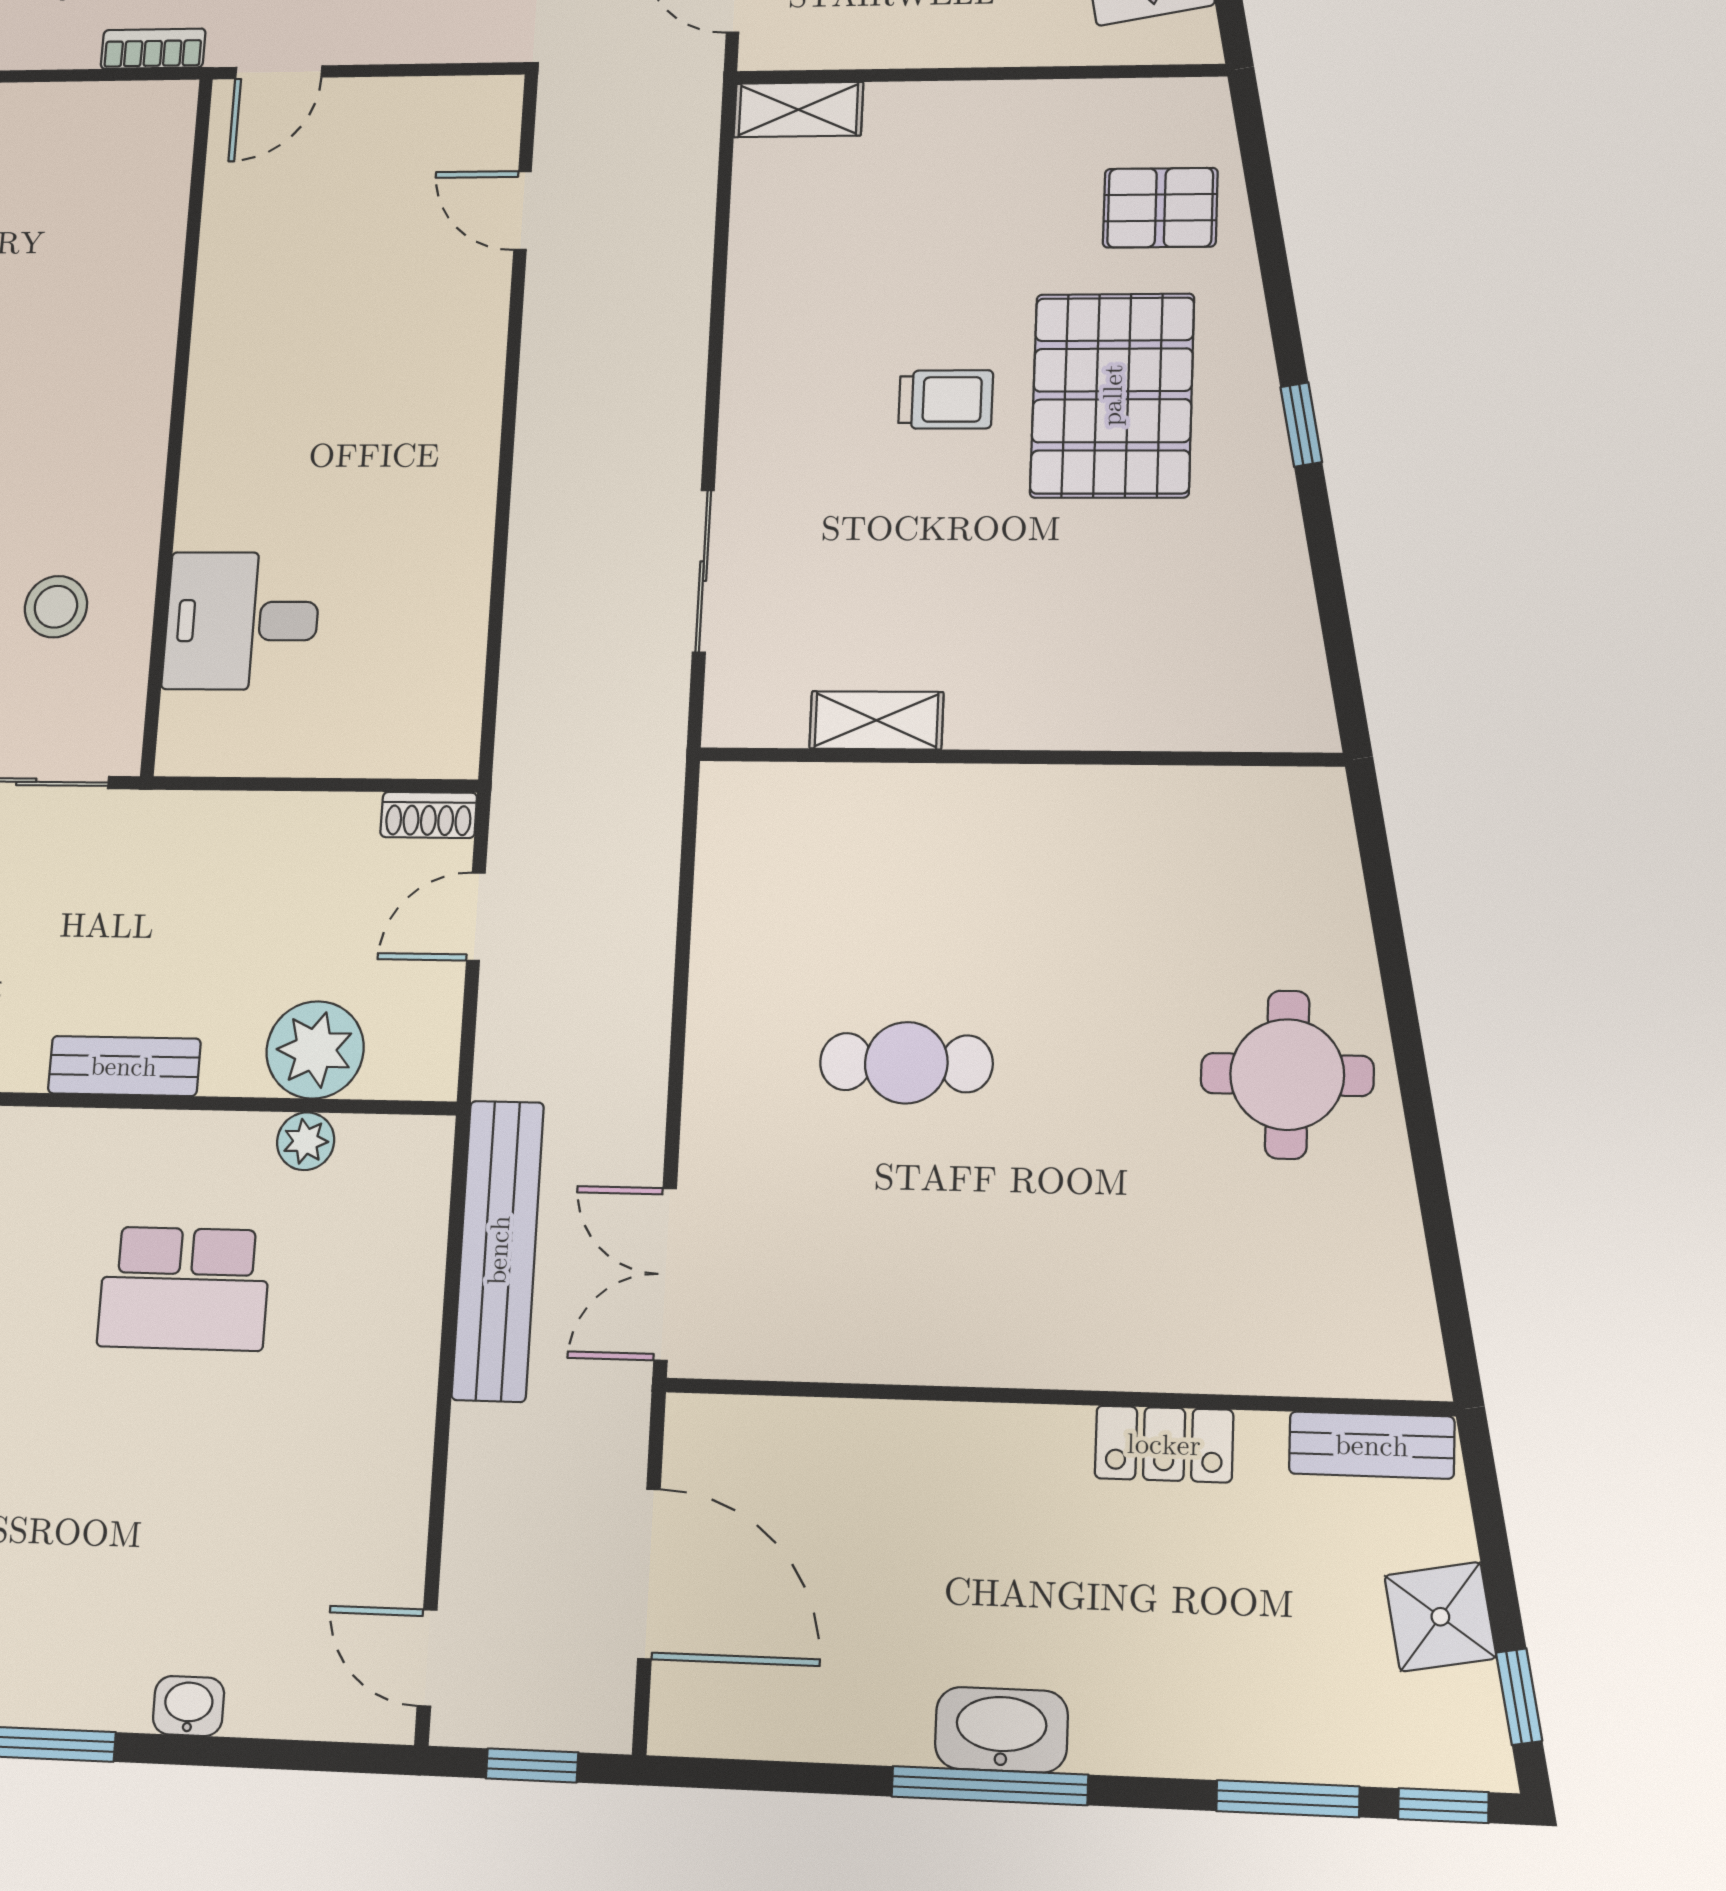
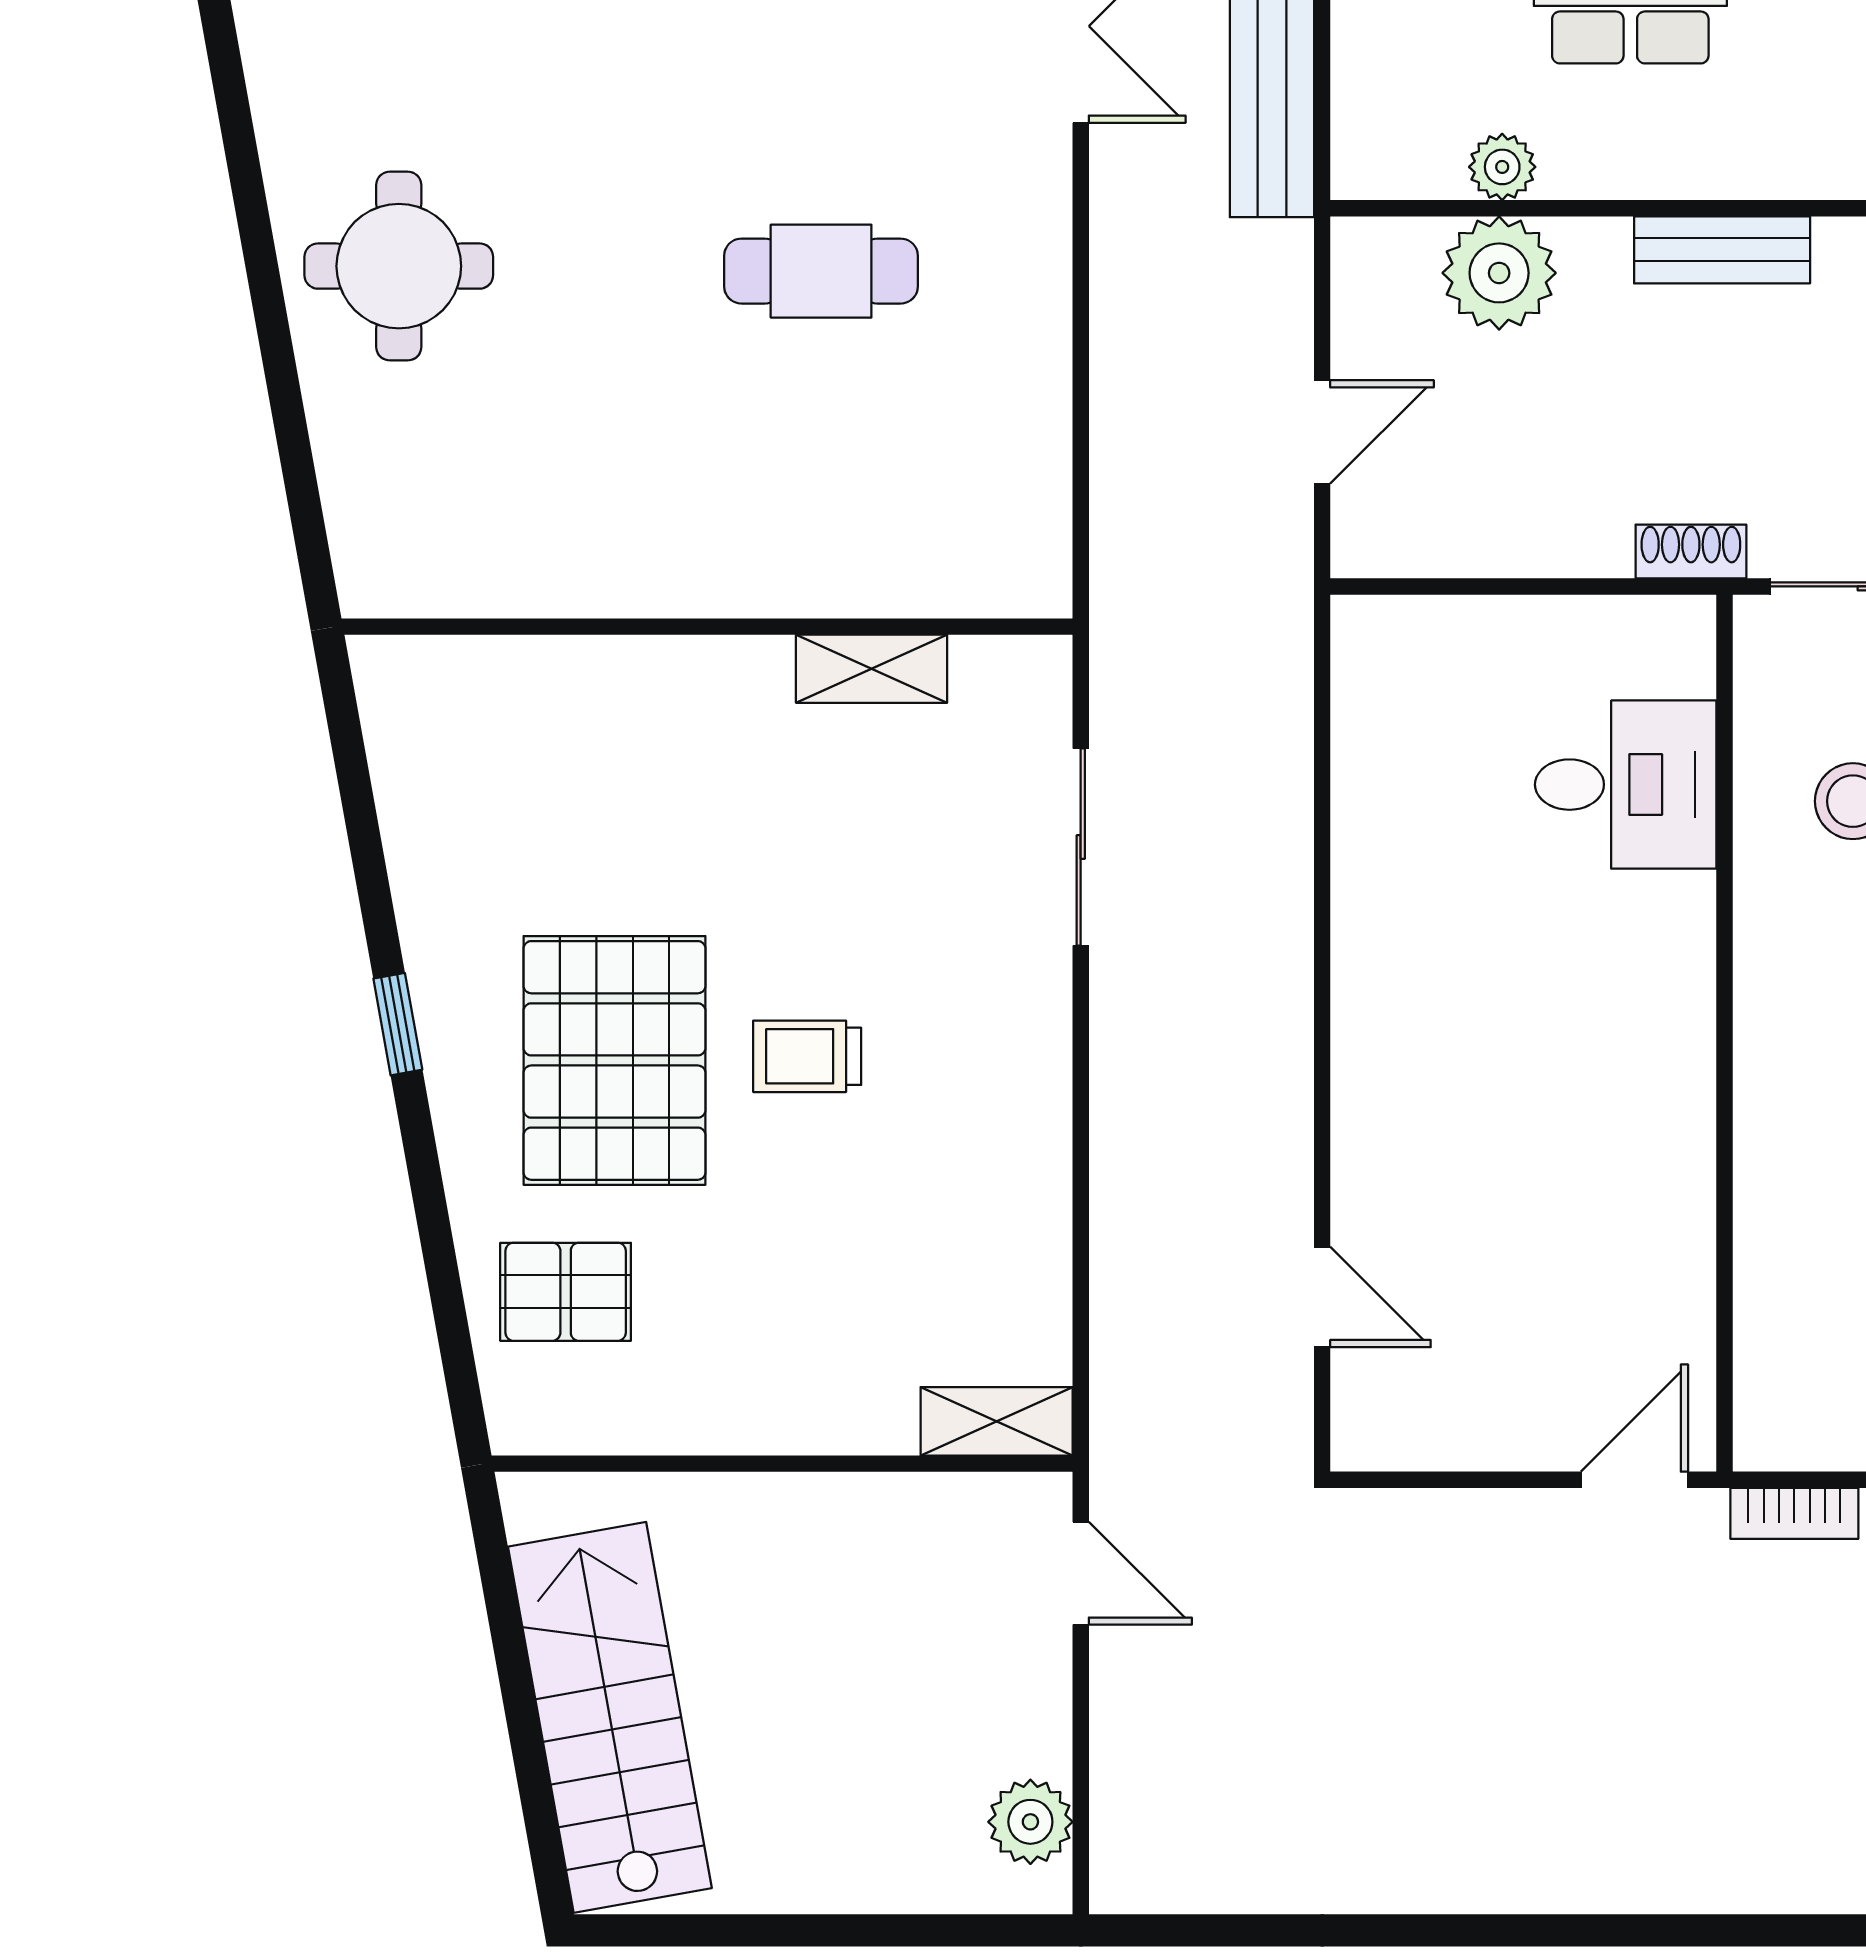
shoe rack: (429, 815) -> (1691, 552), moved

